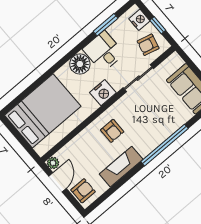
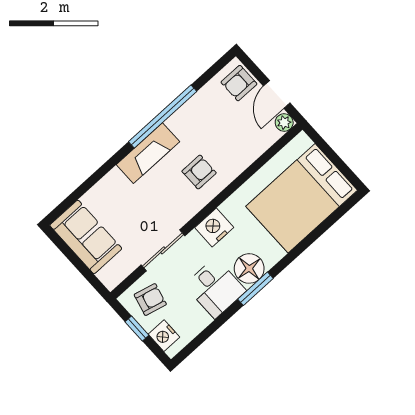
window: (106, 25) -> (255, 289), moved
armchair: (112, 131) -> (199, 172), turned 90
window: (165, 145) -> (163, 117), moved
fireplace: (121, 167) -> (148, 153), moved

